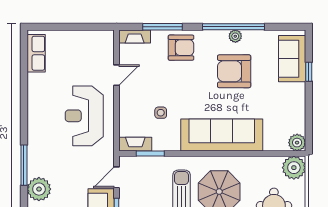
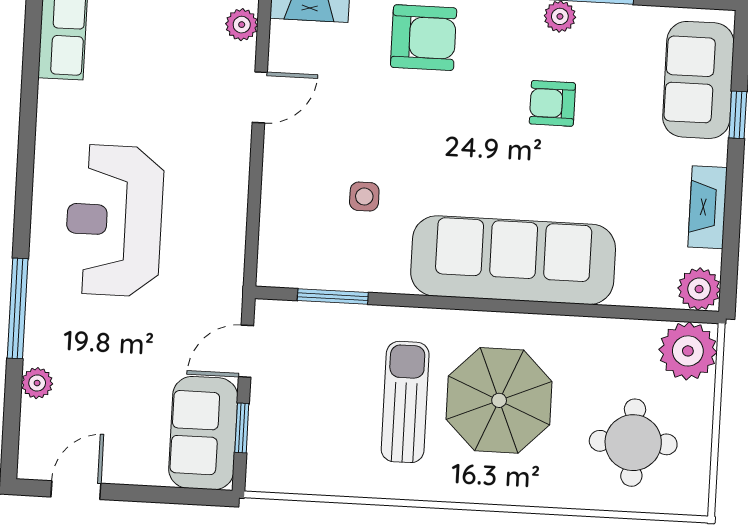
plant: (108, 46) -> (242, 25), added
armchair: (234, 71) -> (552, 103), width x0.53, depth x0.53
reception desk: (84, 116) -> (114, 220), moved
fireplace: (135, 144) -> (708, 207), moved, turned -90
plant: (39, 189) -> (37, 383), width x0.53, depth x0.53

